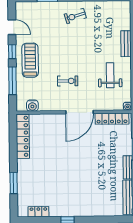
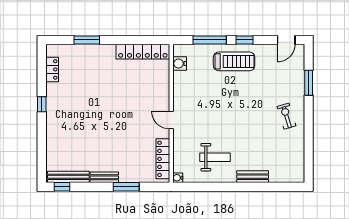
door: (12, 27) -> (286, 40), moved
exercise bike: (68, 81) -> (209, 106), removed
door: (80, 112) -> (171, 120), width x0.53

